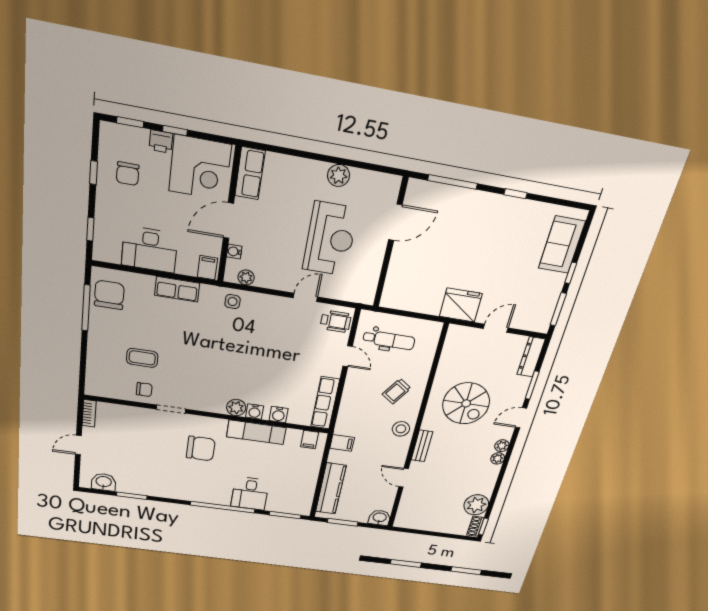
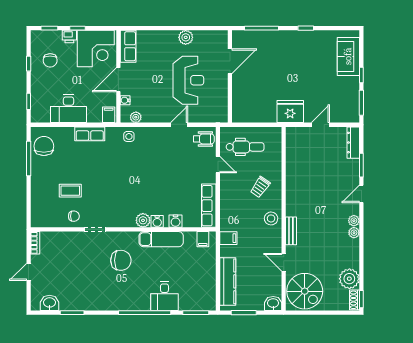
spiral stairs: (466, 403) -> (305, 291), moved

